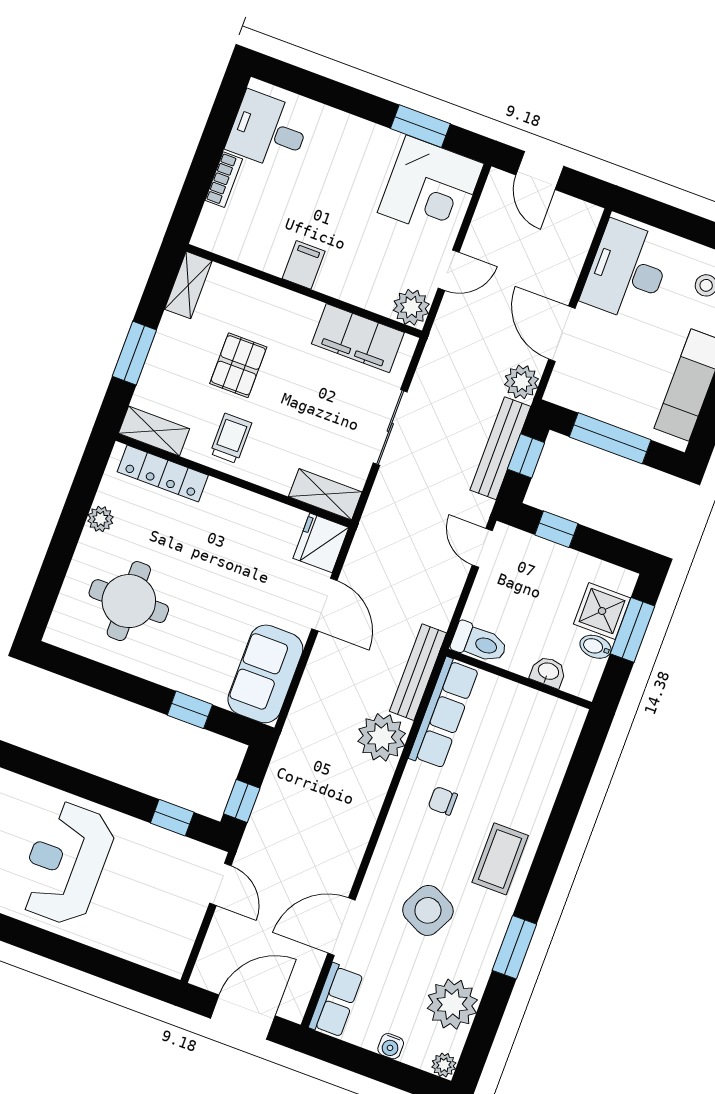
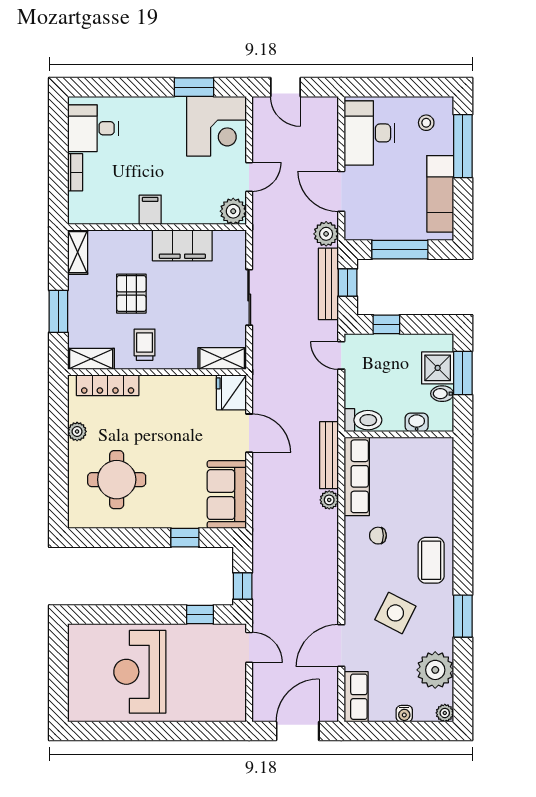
filing cabinet: (358, 338) -> (182, 245), moved
plant: (382, 737) -> (329, 500), width x0.53, depth x0.53

